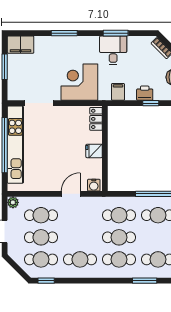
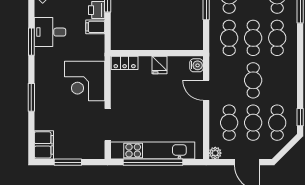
desk: (113, 50) -> (50, 32), moved
filing cabinet: (118, 92) -> (95, 27), moved
cafe table: (80, 259) -> (253, 80), moved

